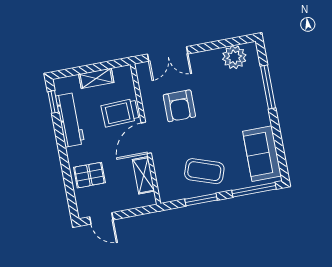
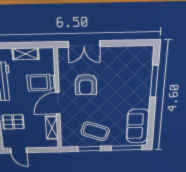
plant: (234, 57) -> (135, 55), removed

